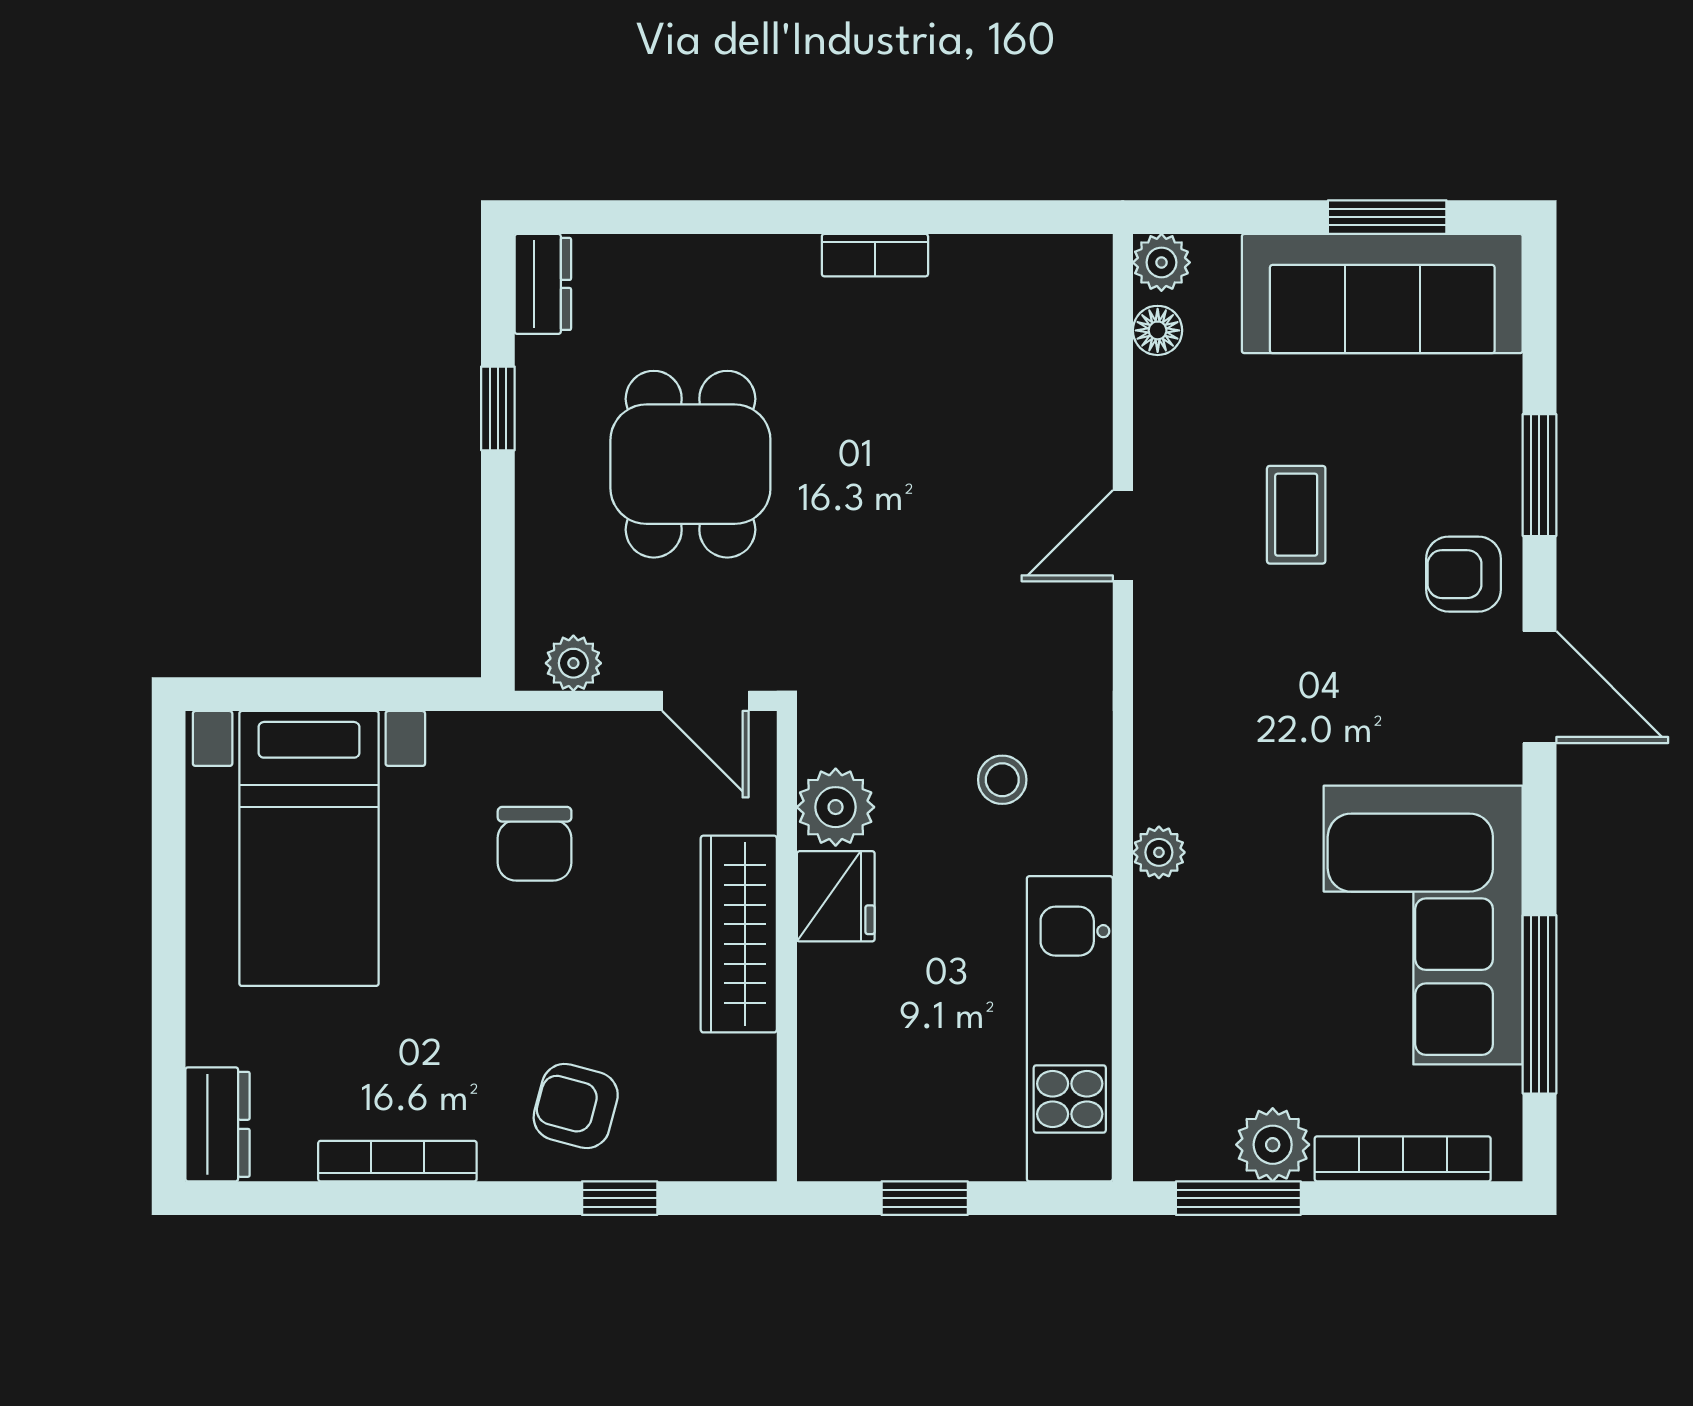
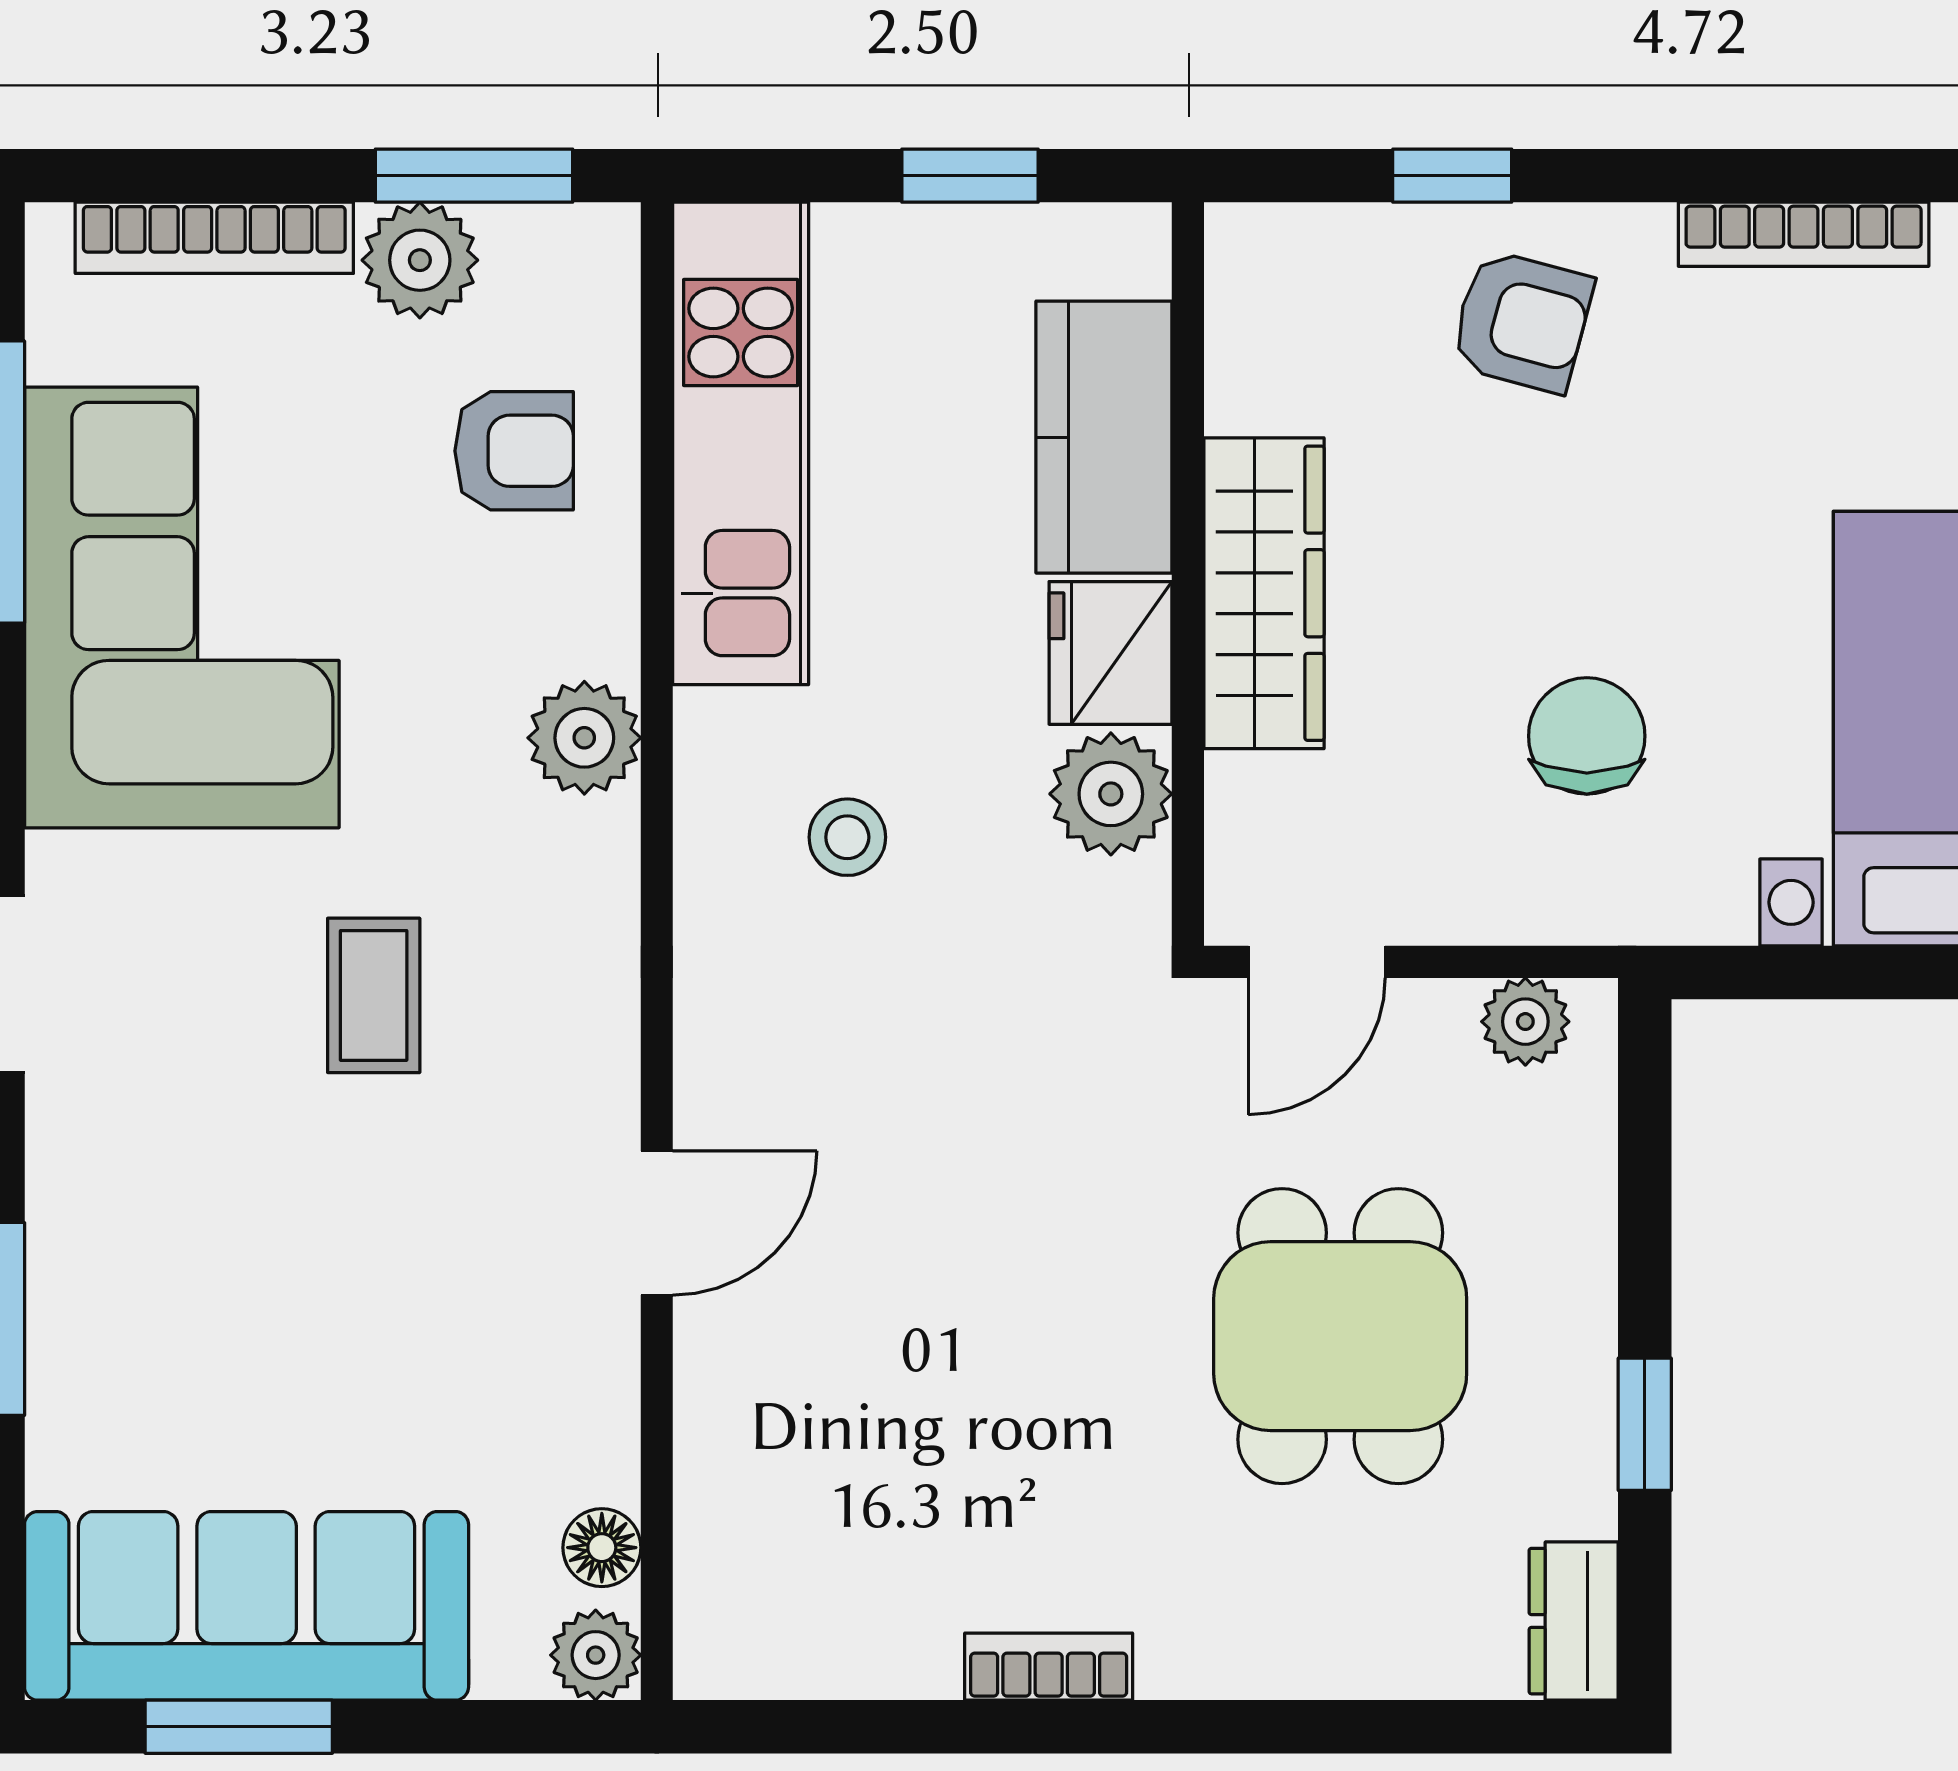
coffee table: (1296, 515) -> (374, 995), moved
armchair: (1464, 574) -> (514, 451), moved
door: (705, 701) -> (1317, 962), swing flipped
plant: (1159, 852) -> (584, 738), width x1.38, depth x1.38
kitchen counter: (840, 1033) -> (1104, 437), added

